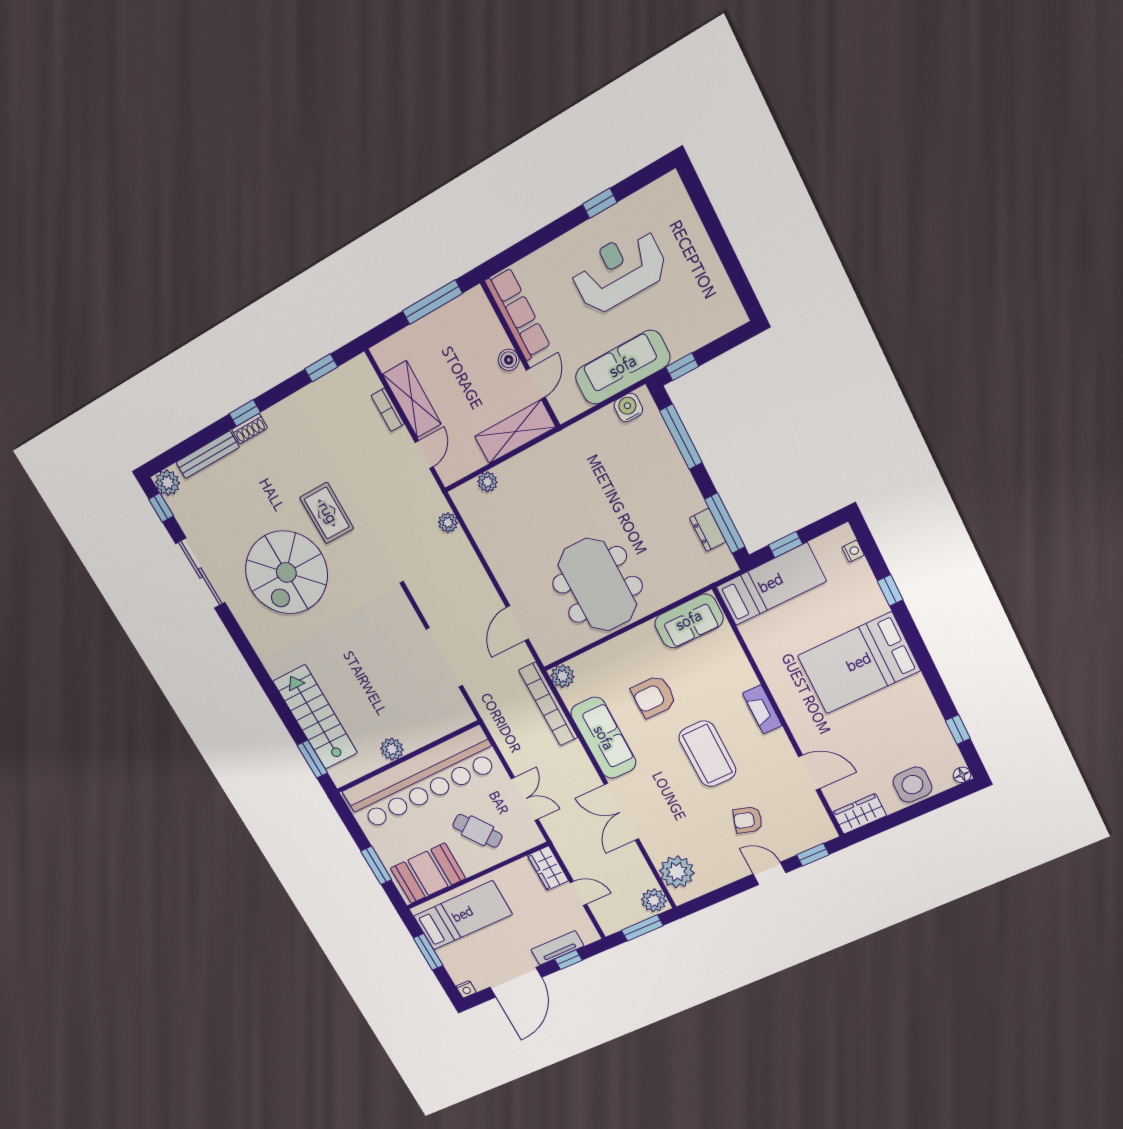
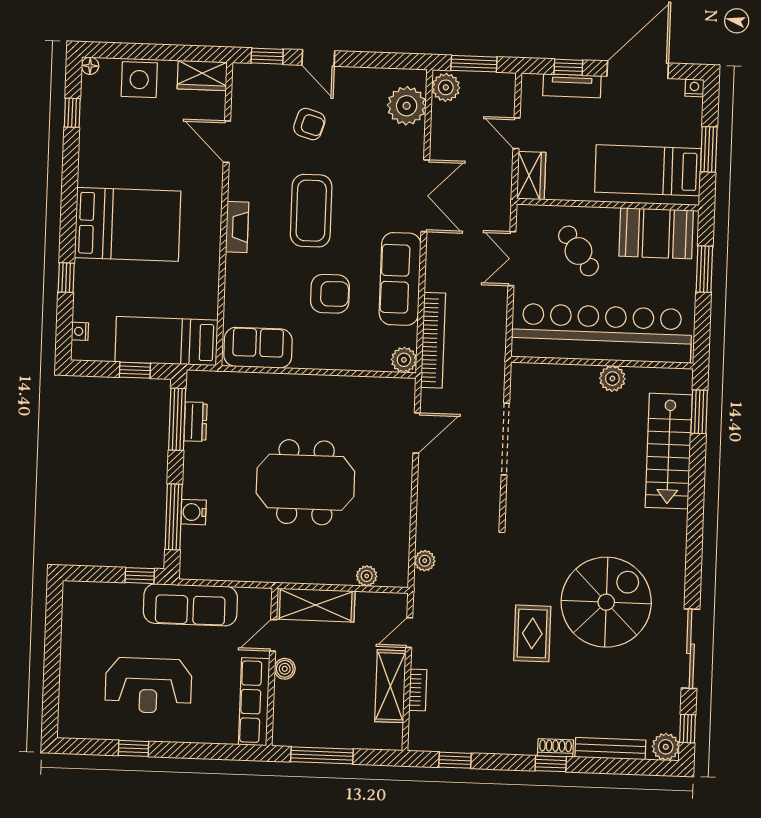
water cooler: (628, 407) -> (194, 512), moved, turned 90
meeting table: (597, 585) -> (305, 482), moved, turned 90

